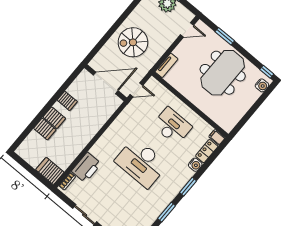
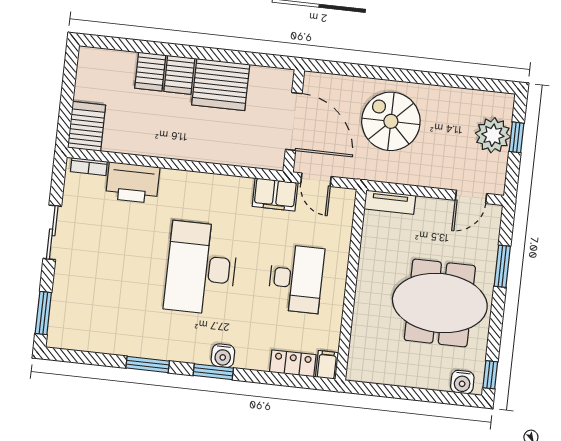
door: (187, 30) -> (471, 197), hinge flipped
server rack: (67, 101) -> (221, 85), width x2.18, depth x1.44
filing cabinet: (131, 111) -> (275, 194), added
water cooler: (195, 165) -> (223, 356), moved

